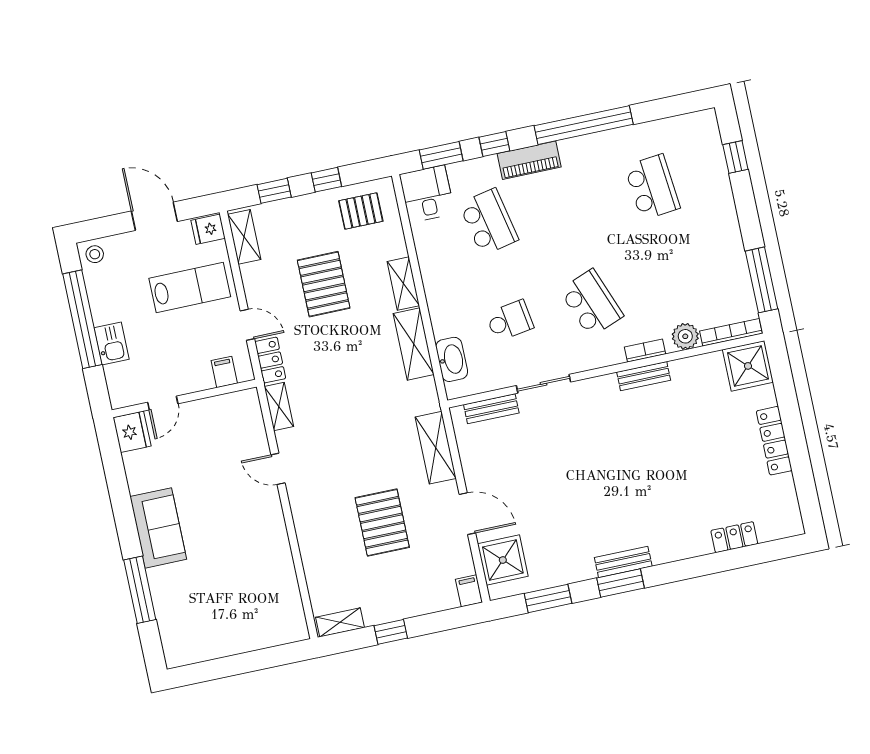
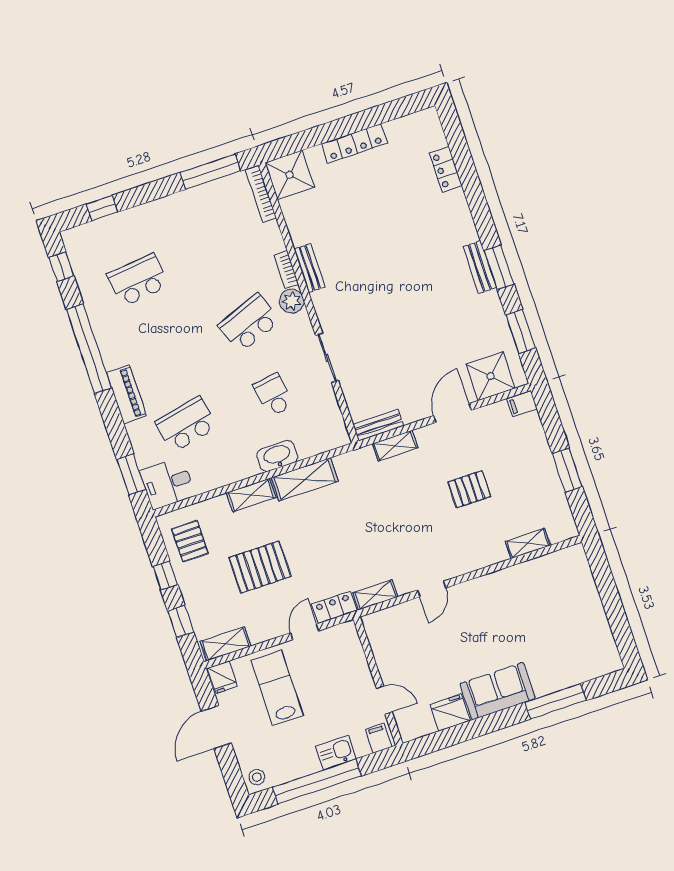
window: (494, 144) -> (61, 267), moved
plant: (685, 336) -> (292, 301), moved
washbasin: (452, 359) -> (277, 456), moved
filing cabinet: (224, 372) -> (378, 738), moved, turned 90
bench: (491, 409) -> (378, 425), moved, turned 90
fridge: (132, 432) -> (450, 712), moved
shelving: (436, 448) -> (395, 446), width x0.67, depth x0.75
pallet: (382, 523) -> (469, 489), width x0.67, depth x0.71
shelving: (340, 622) -> (528, 543), moved, turned 90
window: (391, 632) -> (567, 470), width x1.50

